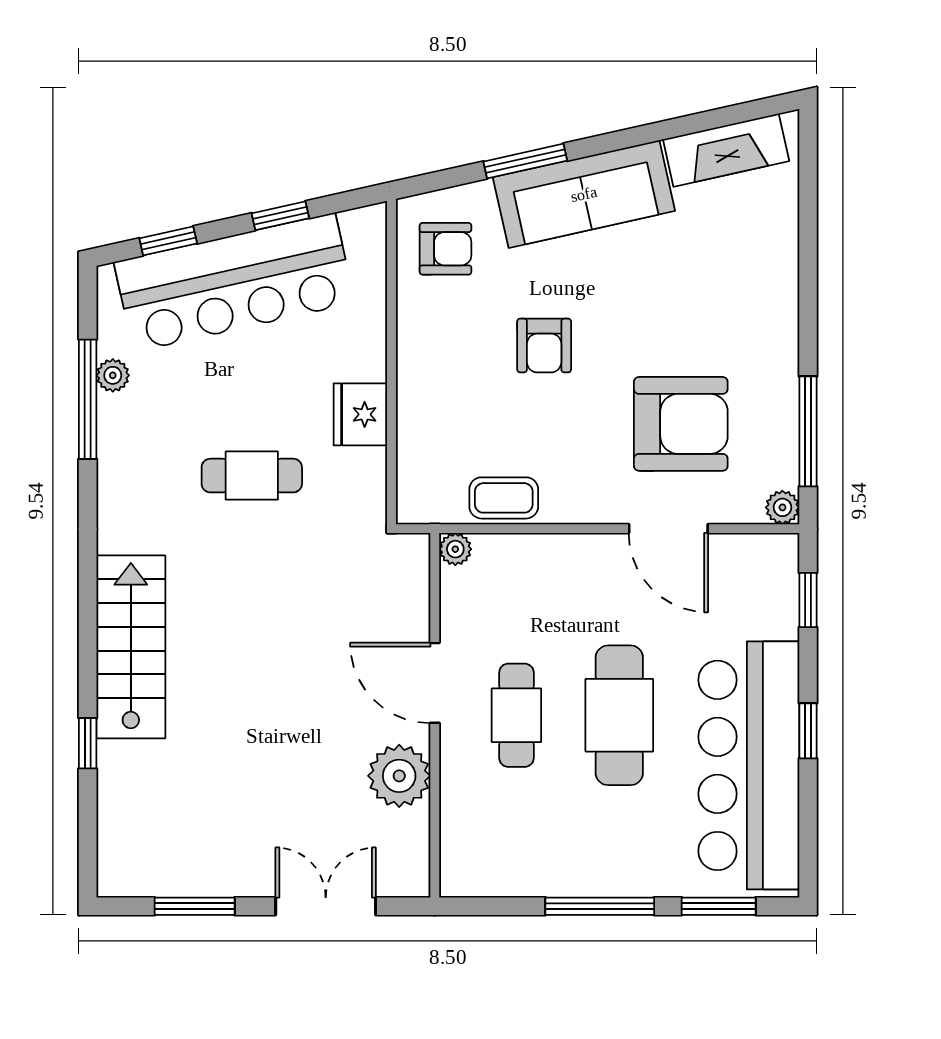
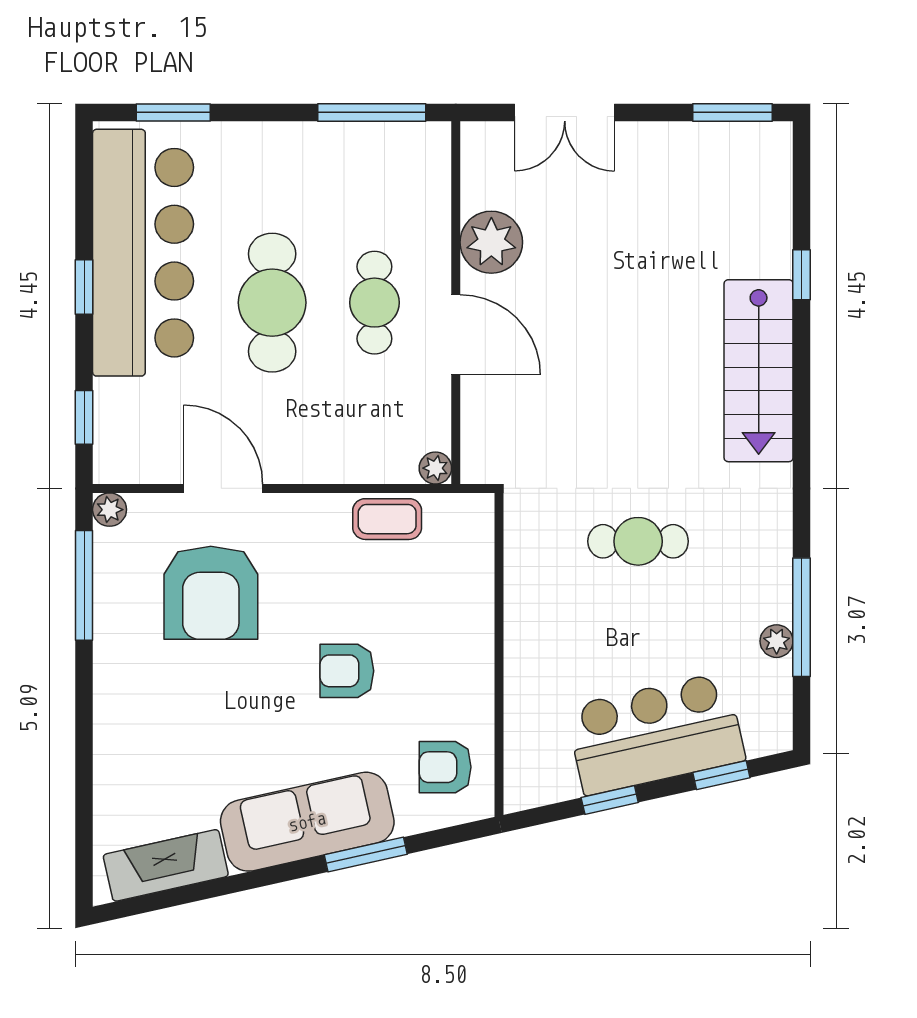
bar counter: (234, 282) -> (655, 734), width x0.73
armchair: (544, 346) -> (347, 671), turned -90
fridge: (360, 414) -> (530, 602), removed
armchair: (681, 424) -> (211, 593), turned -90
window: (195, 906) -> (733, 112), moved
window: (600, 906) -> (372, 112), moved

